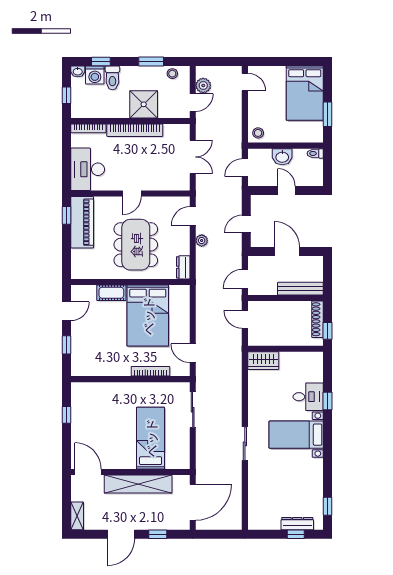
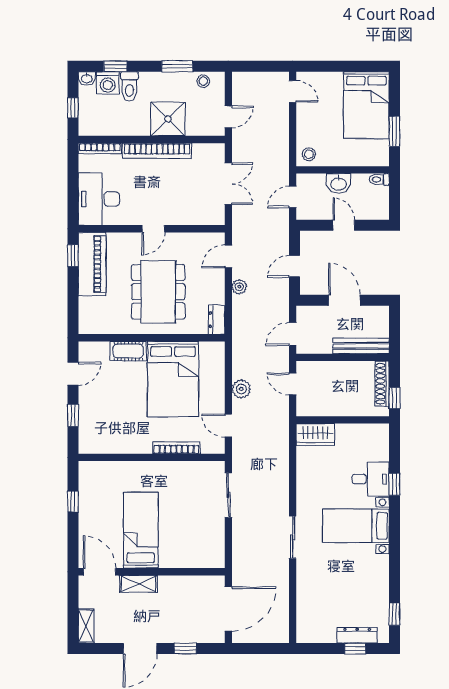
plant: (203, 85) -> (241, 389), moved
bed: (151, 438) -> (141, 530), moved
shelving: (138, 484) -> (138, 584), width x0.45, depth x0.75

